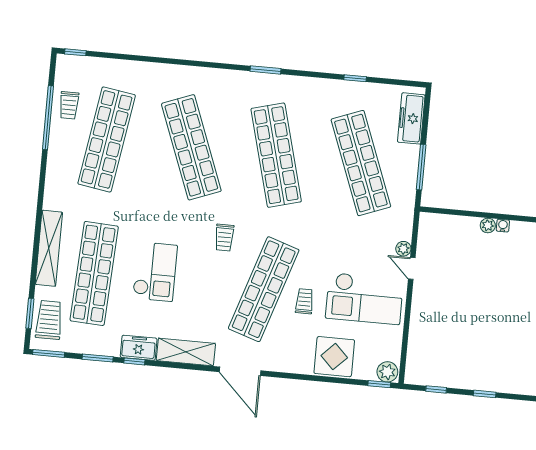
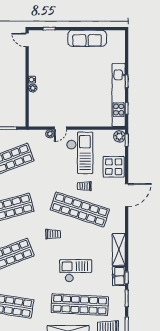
door: (240, 371) -> (127, 195), moved
kitchen unit: (461, 377) -> (119, 95), added

